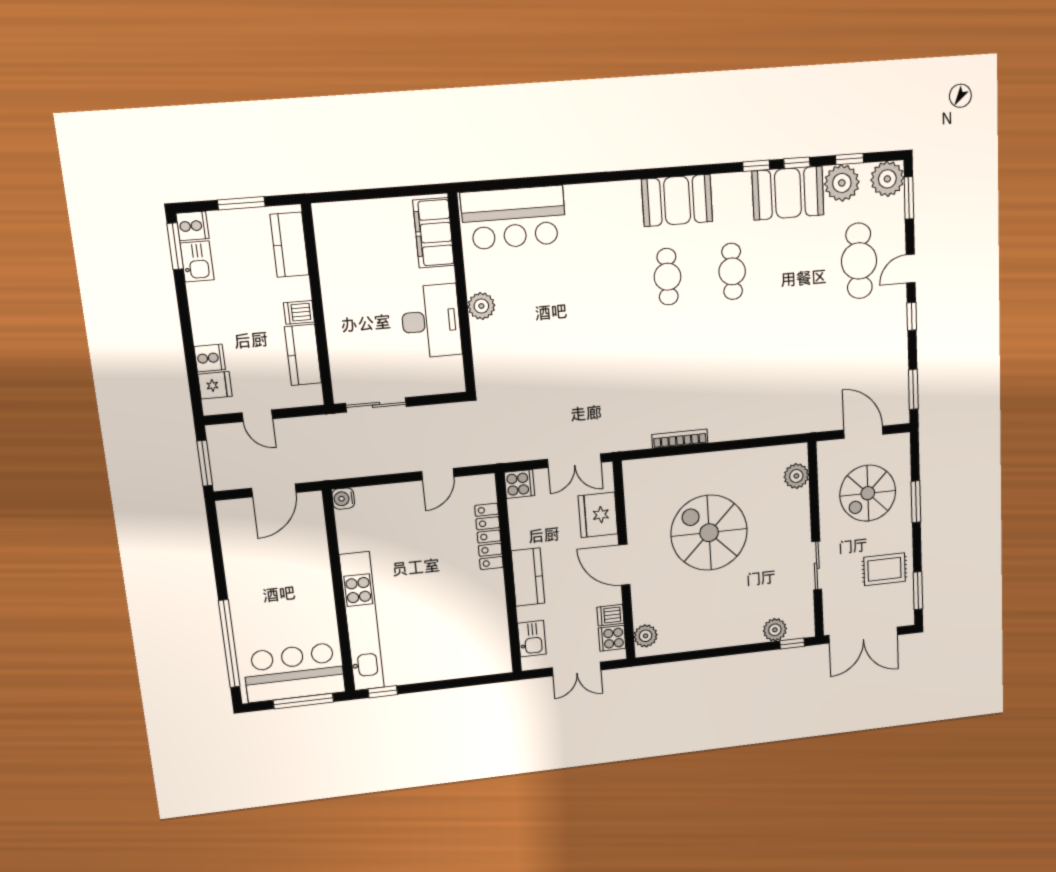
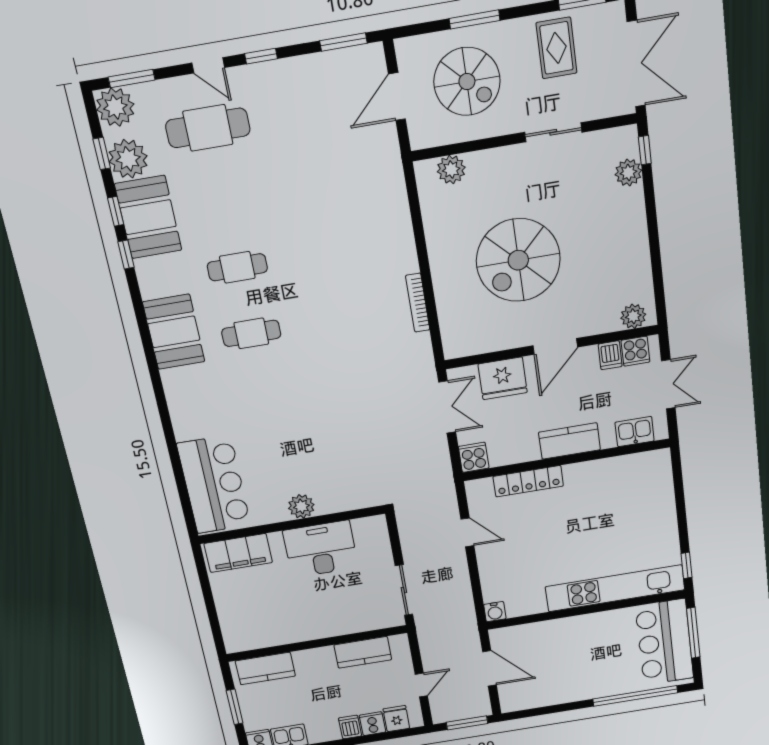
dishwasher: (299, 312) -> (350, 727), moved, turned 180

